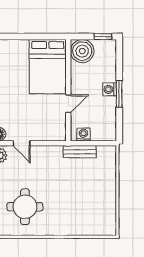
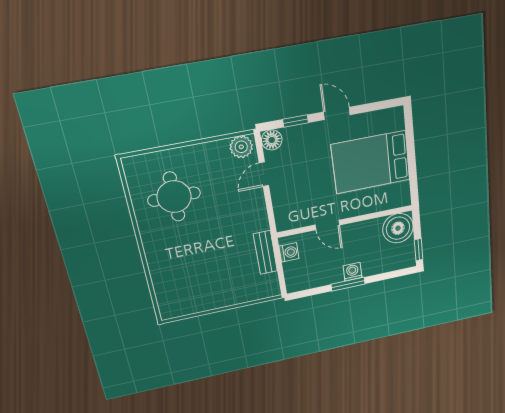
bed: (48, 67) -> (371, 162), moved

